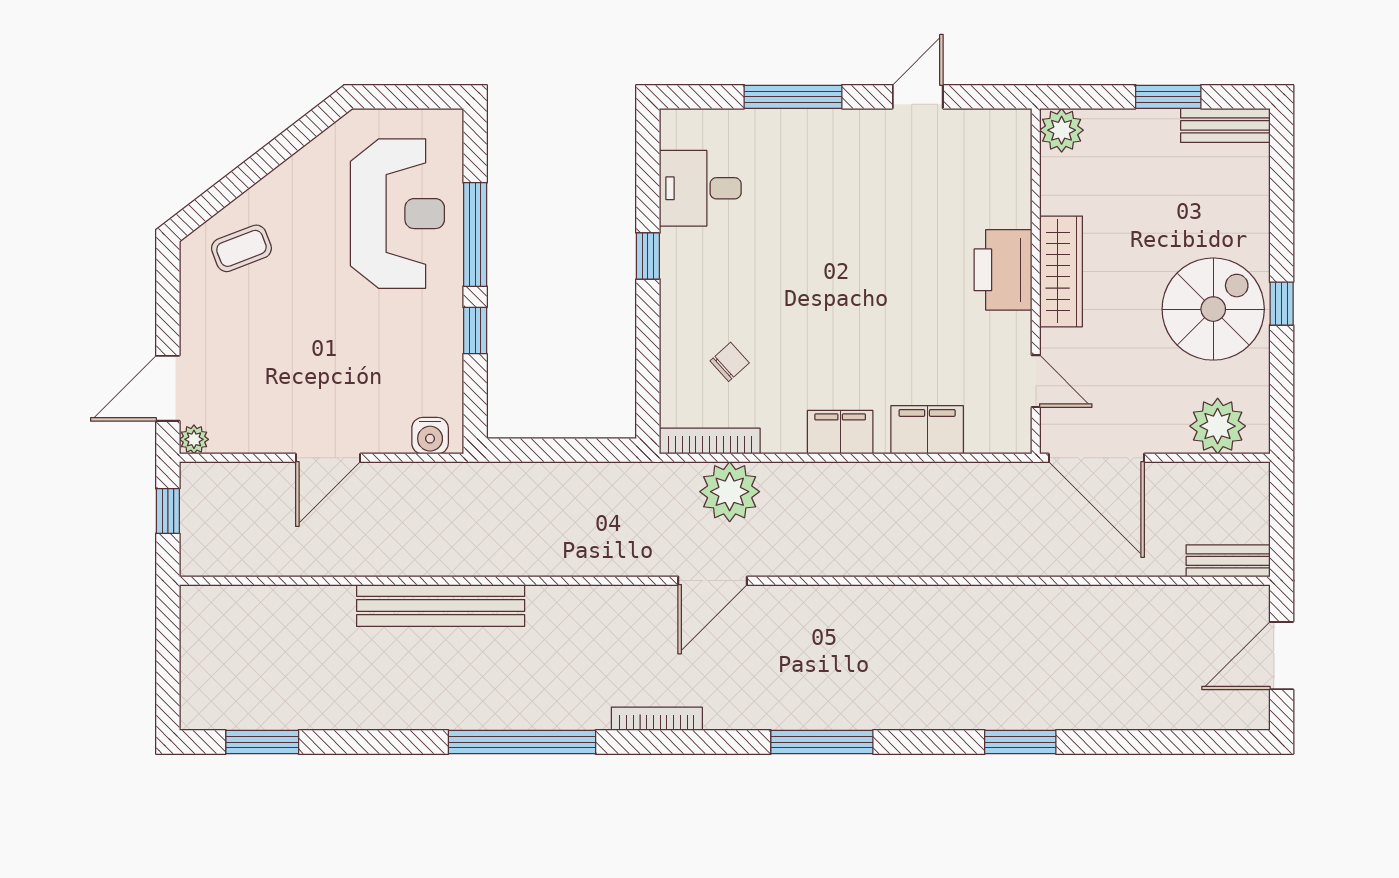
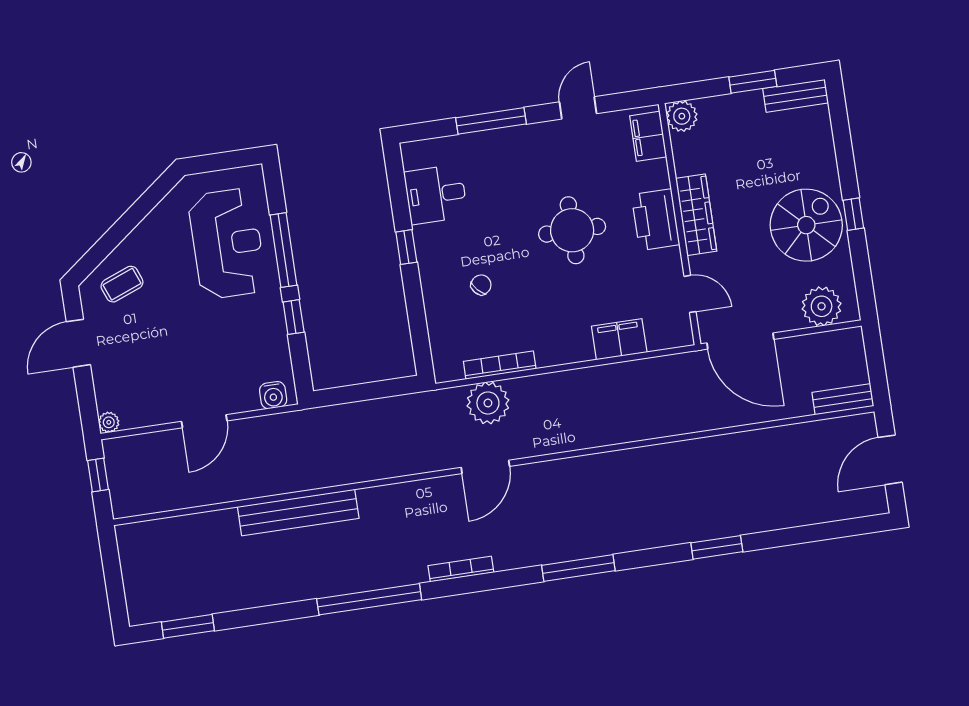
round table: (884, 267) -> (572, 230), added
chair: (730, 362) -> (481, 285), moved
door: (168, 388) -> (78, 343), moved
filing cabinet: (840, 432) -> (648, 136), moved, turned -90
bookcase: (710, 441) -> (500, 365), moved

